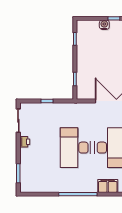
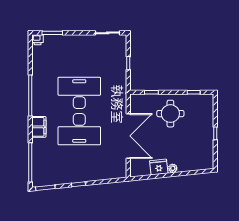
water cooler: (104, 25) -> (209, 123), removed
round table: (95, 61) -> (170, 114), added
printer: (25, 142) -> (38, 40), moved

